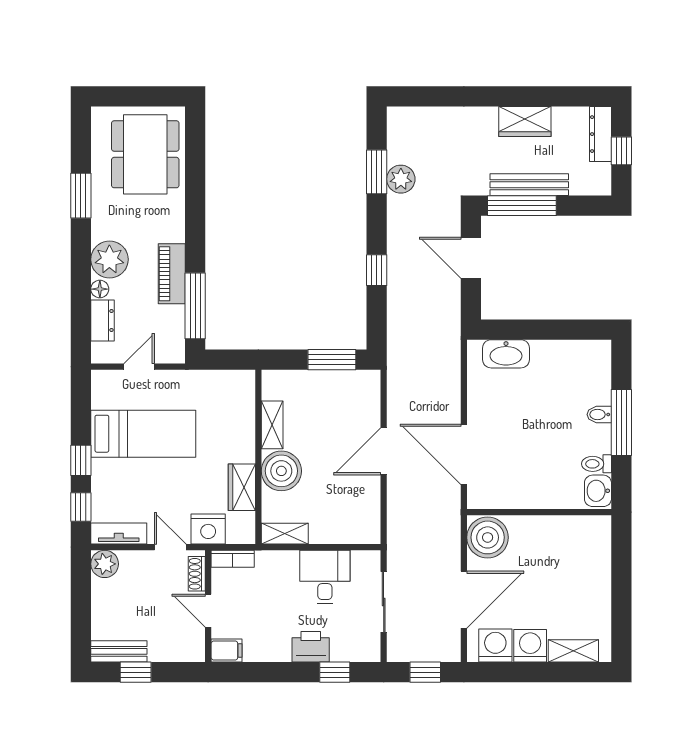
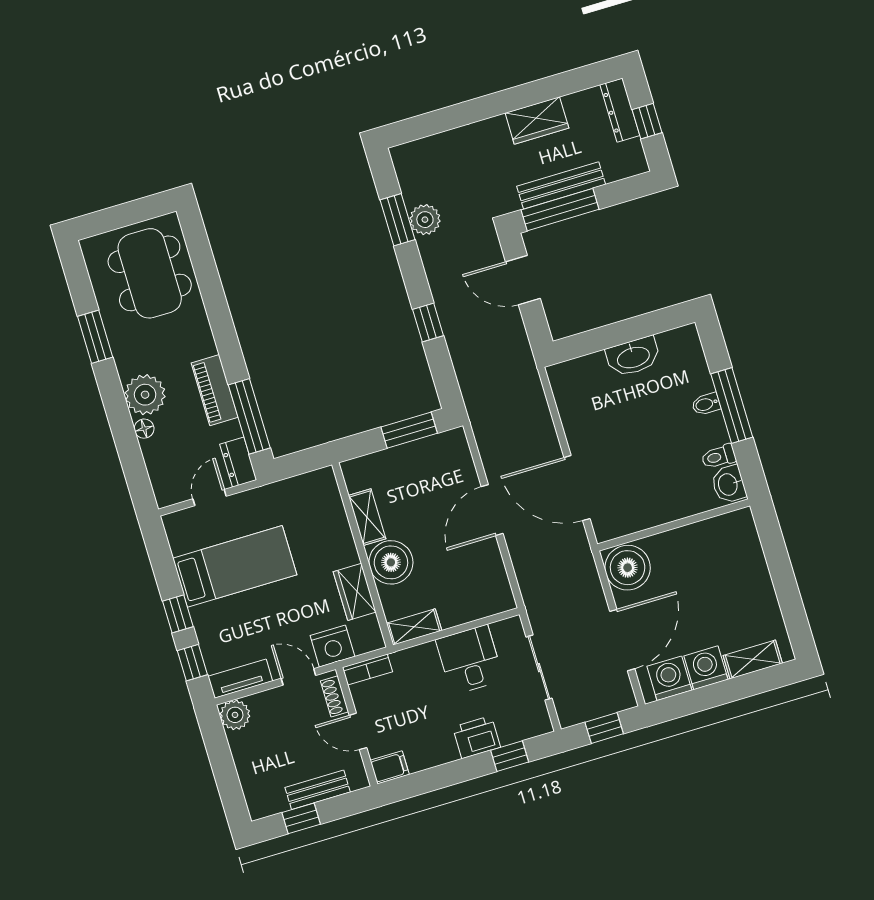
dresser: (102, 321) -> (238, 462), moved, turned 180
washbasin: (506, 354) -> (633, 357), moved
bench: (119, 651) -> (318, 790), moved

